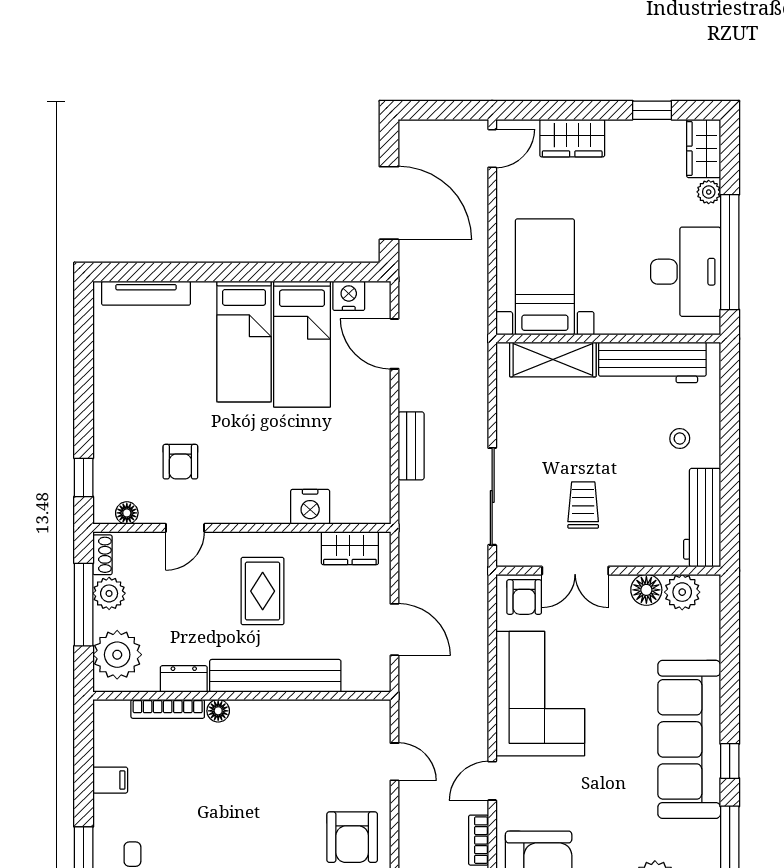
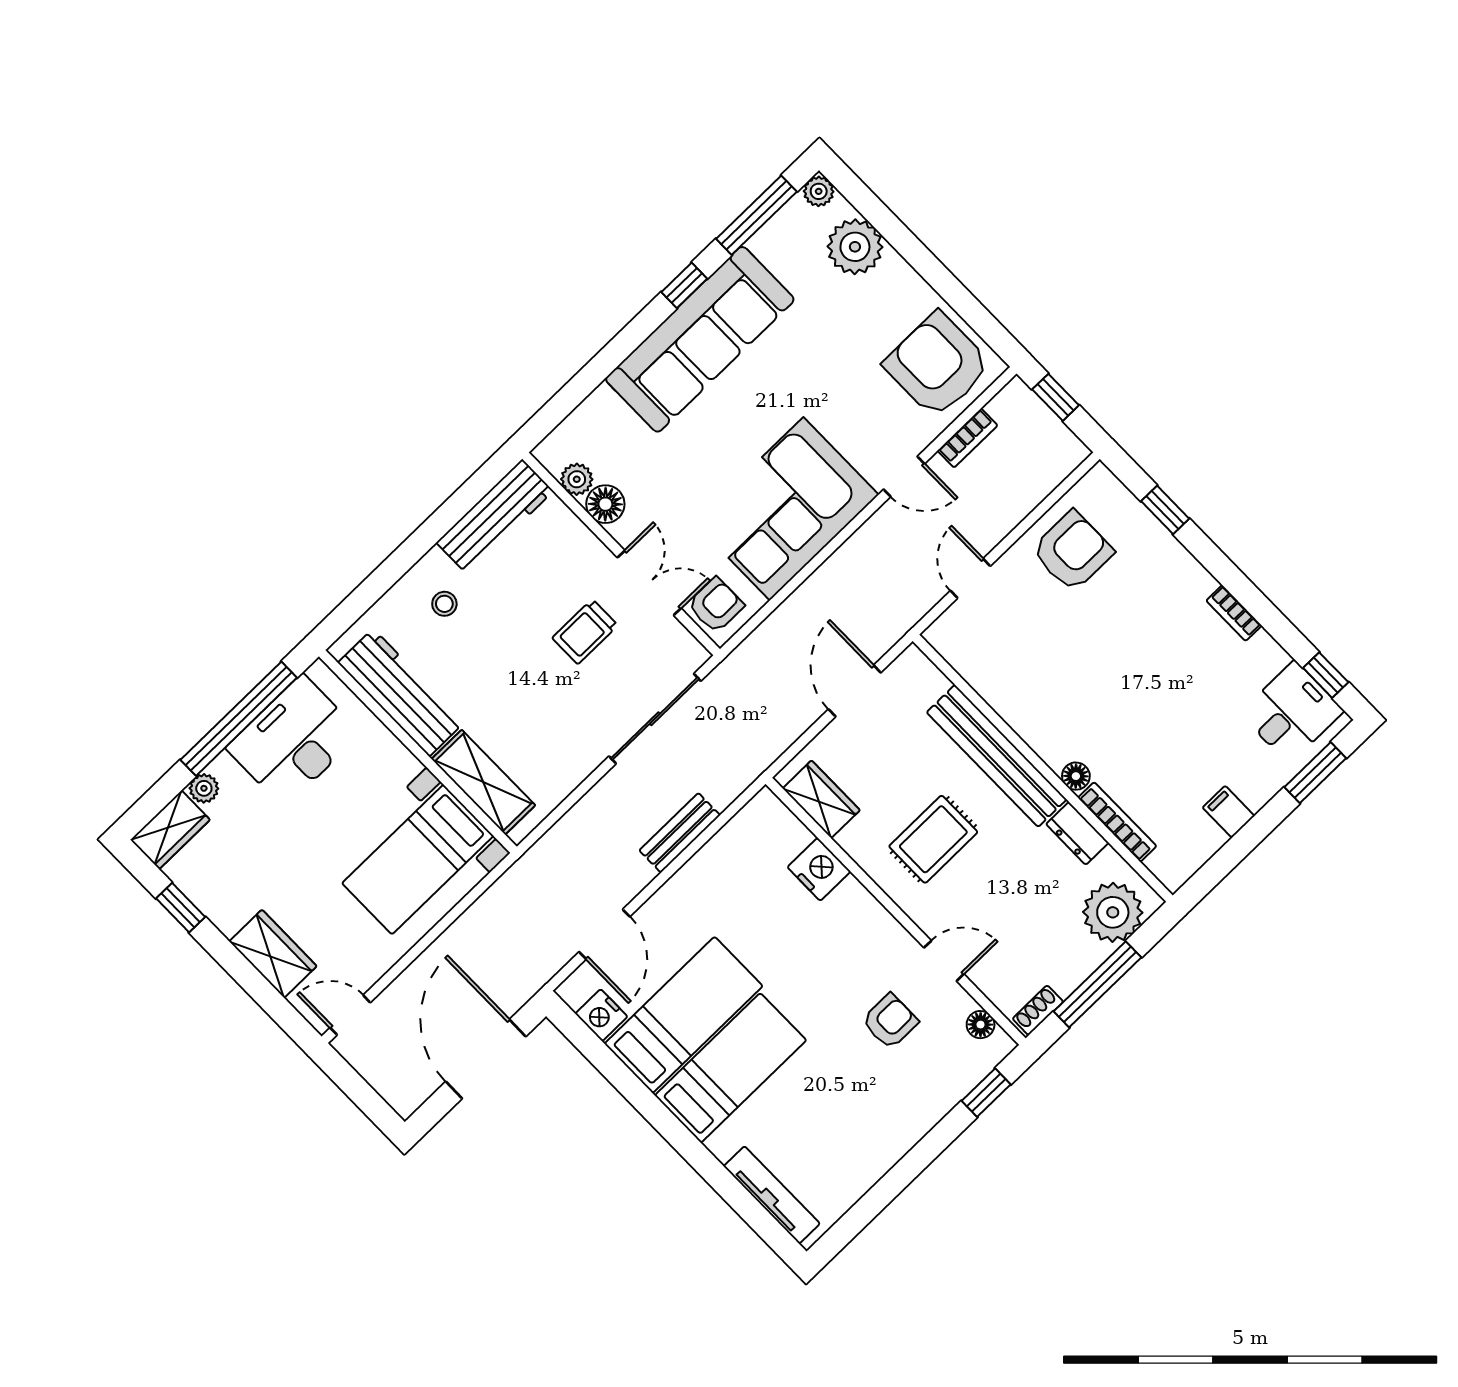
plant: (682, 592) -> (577, 479), width x0.73, depth x0.73
plant: (109, 593) -> (1066, 972), removed

